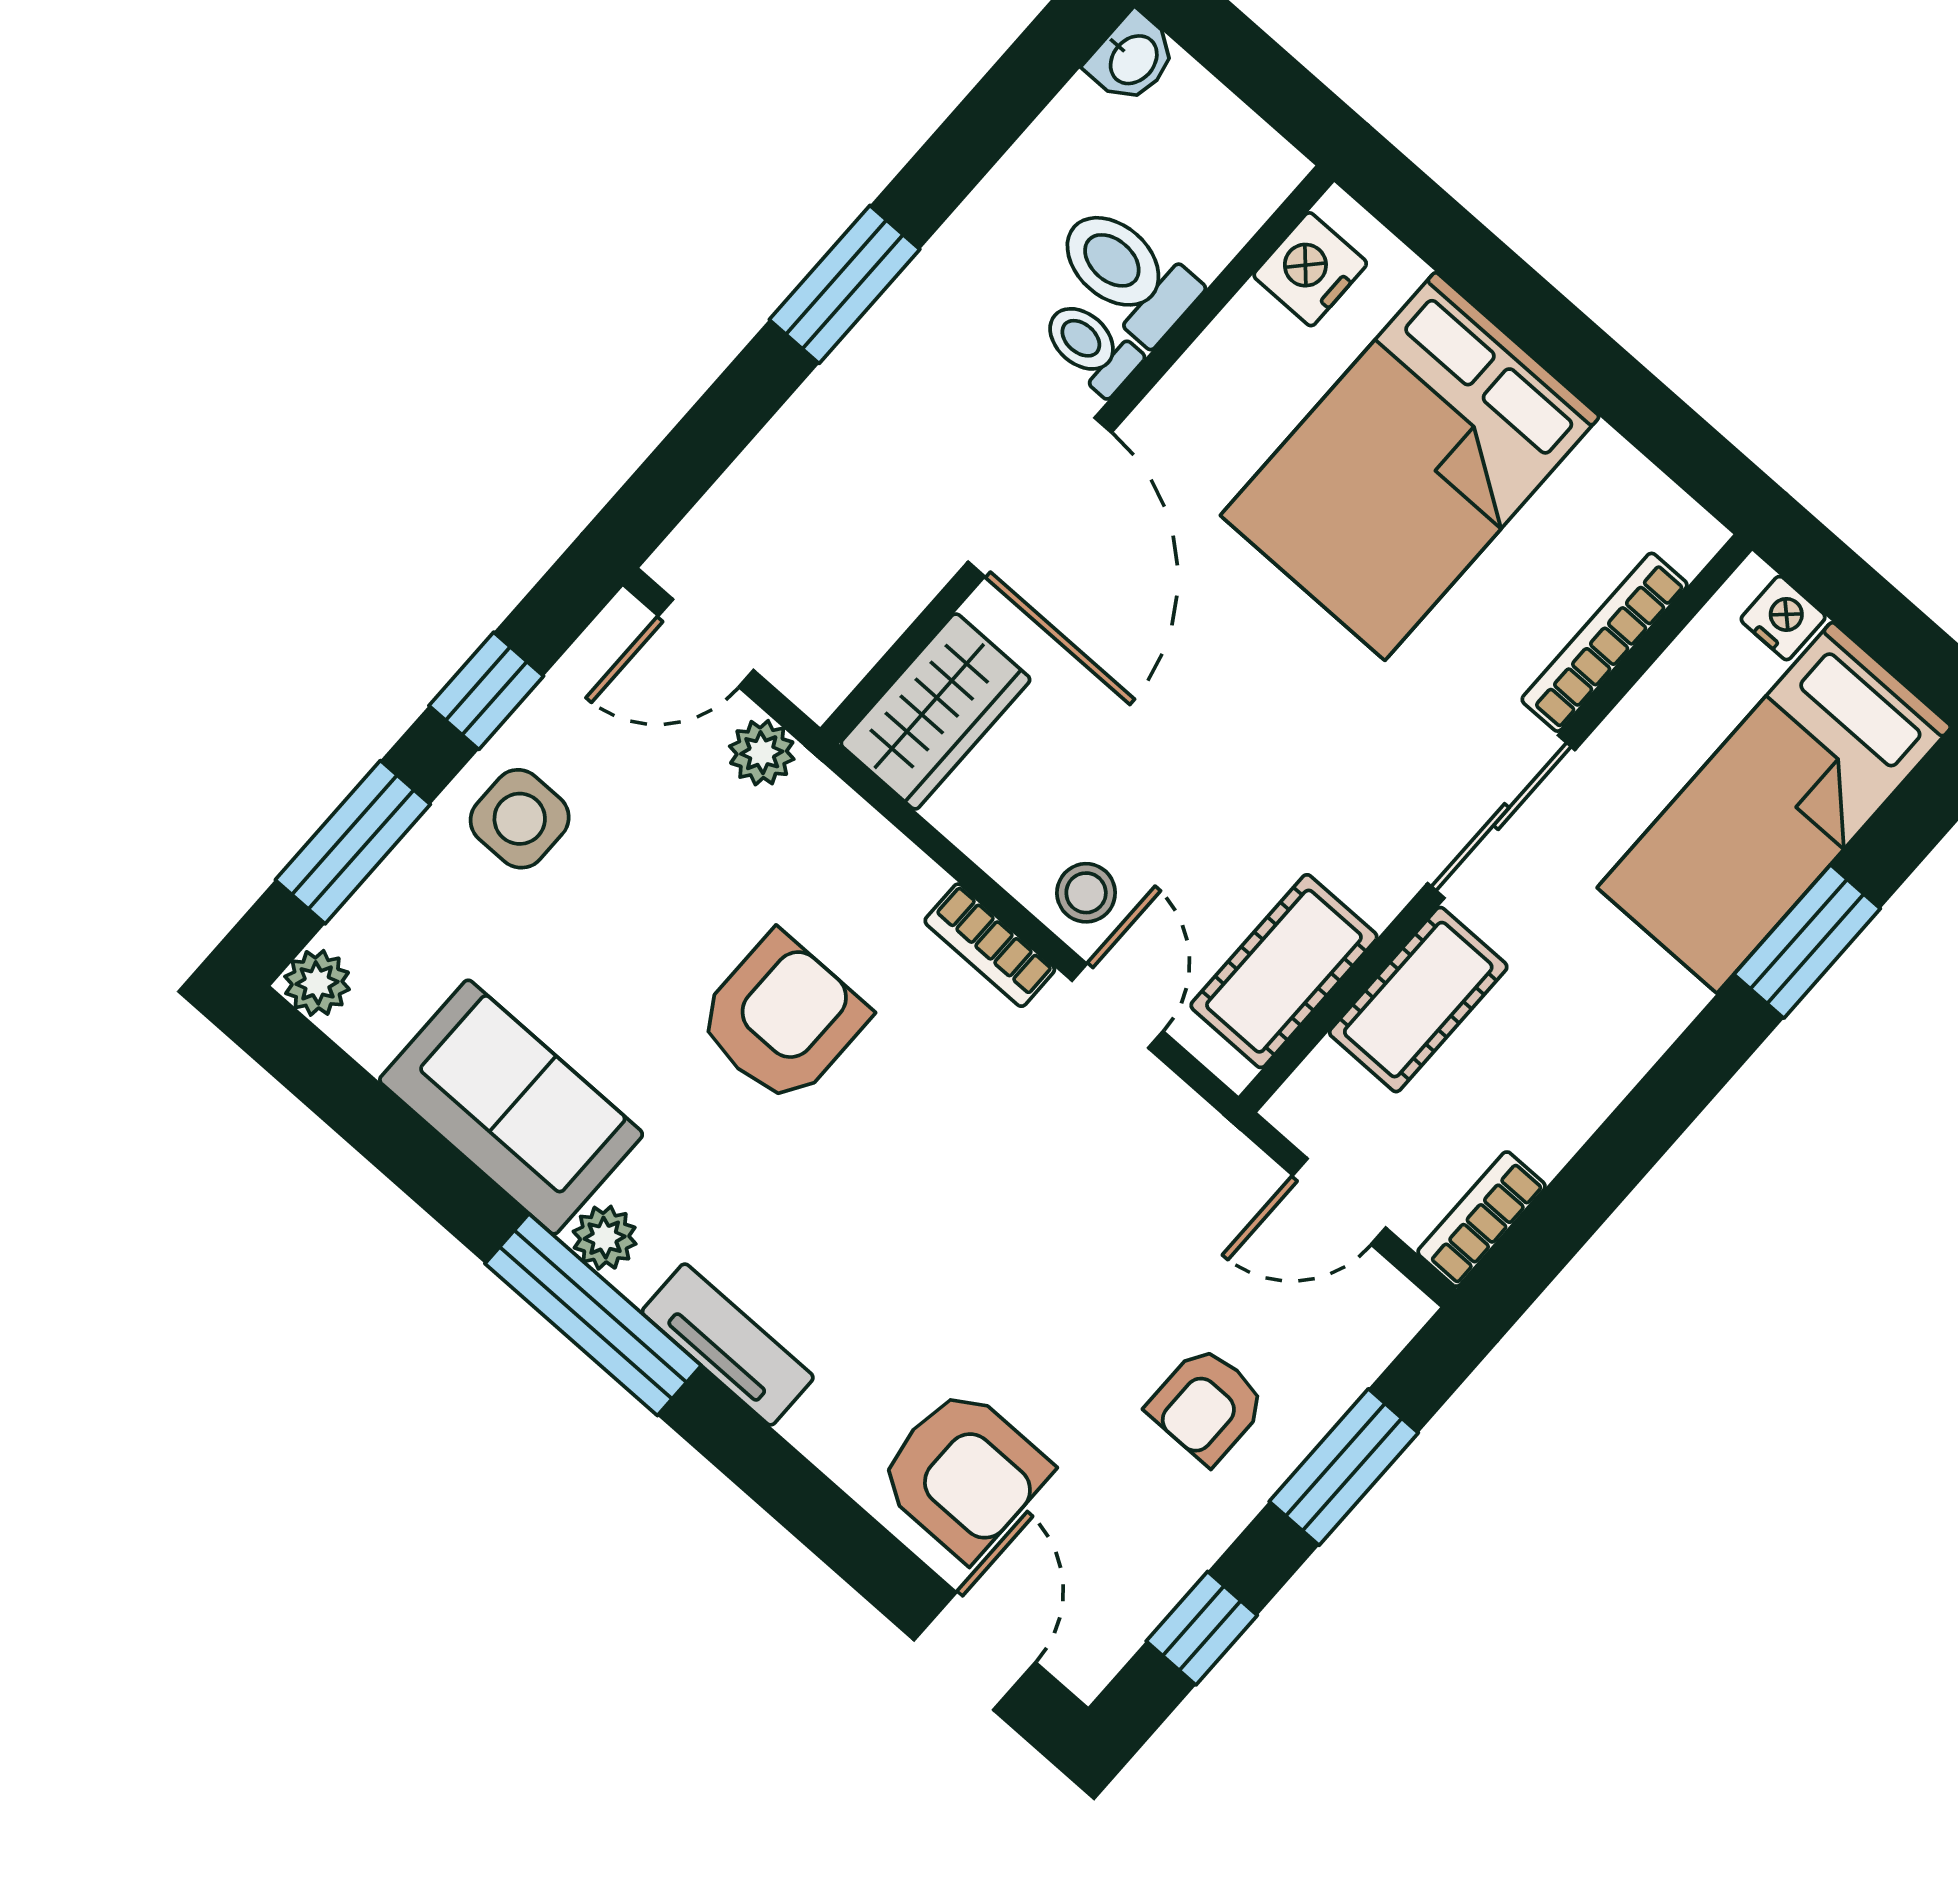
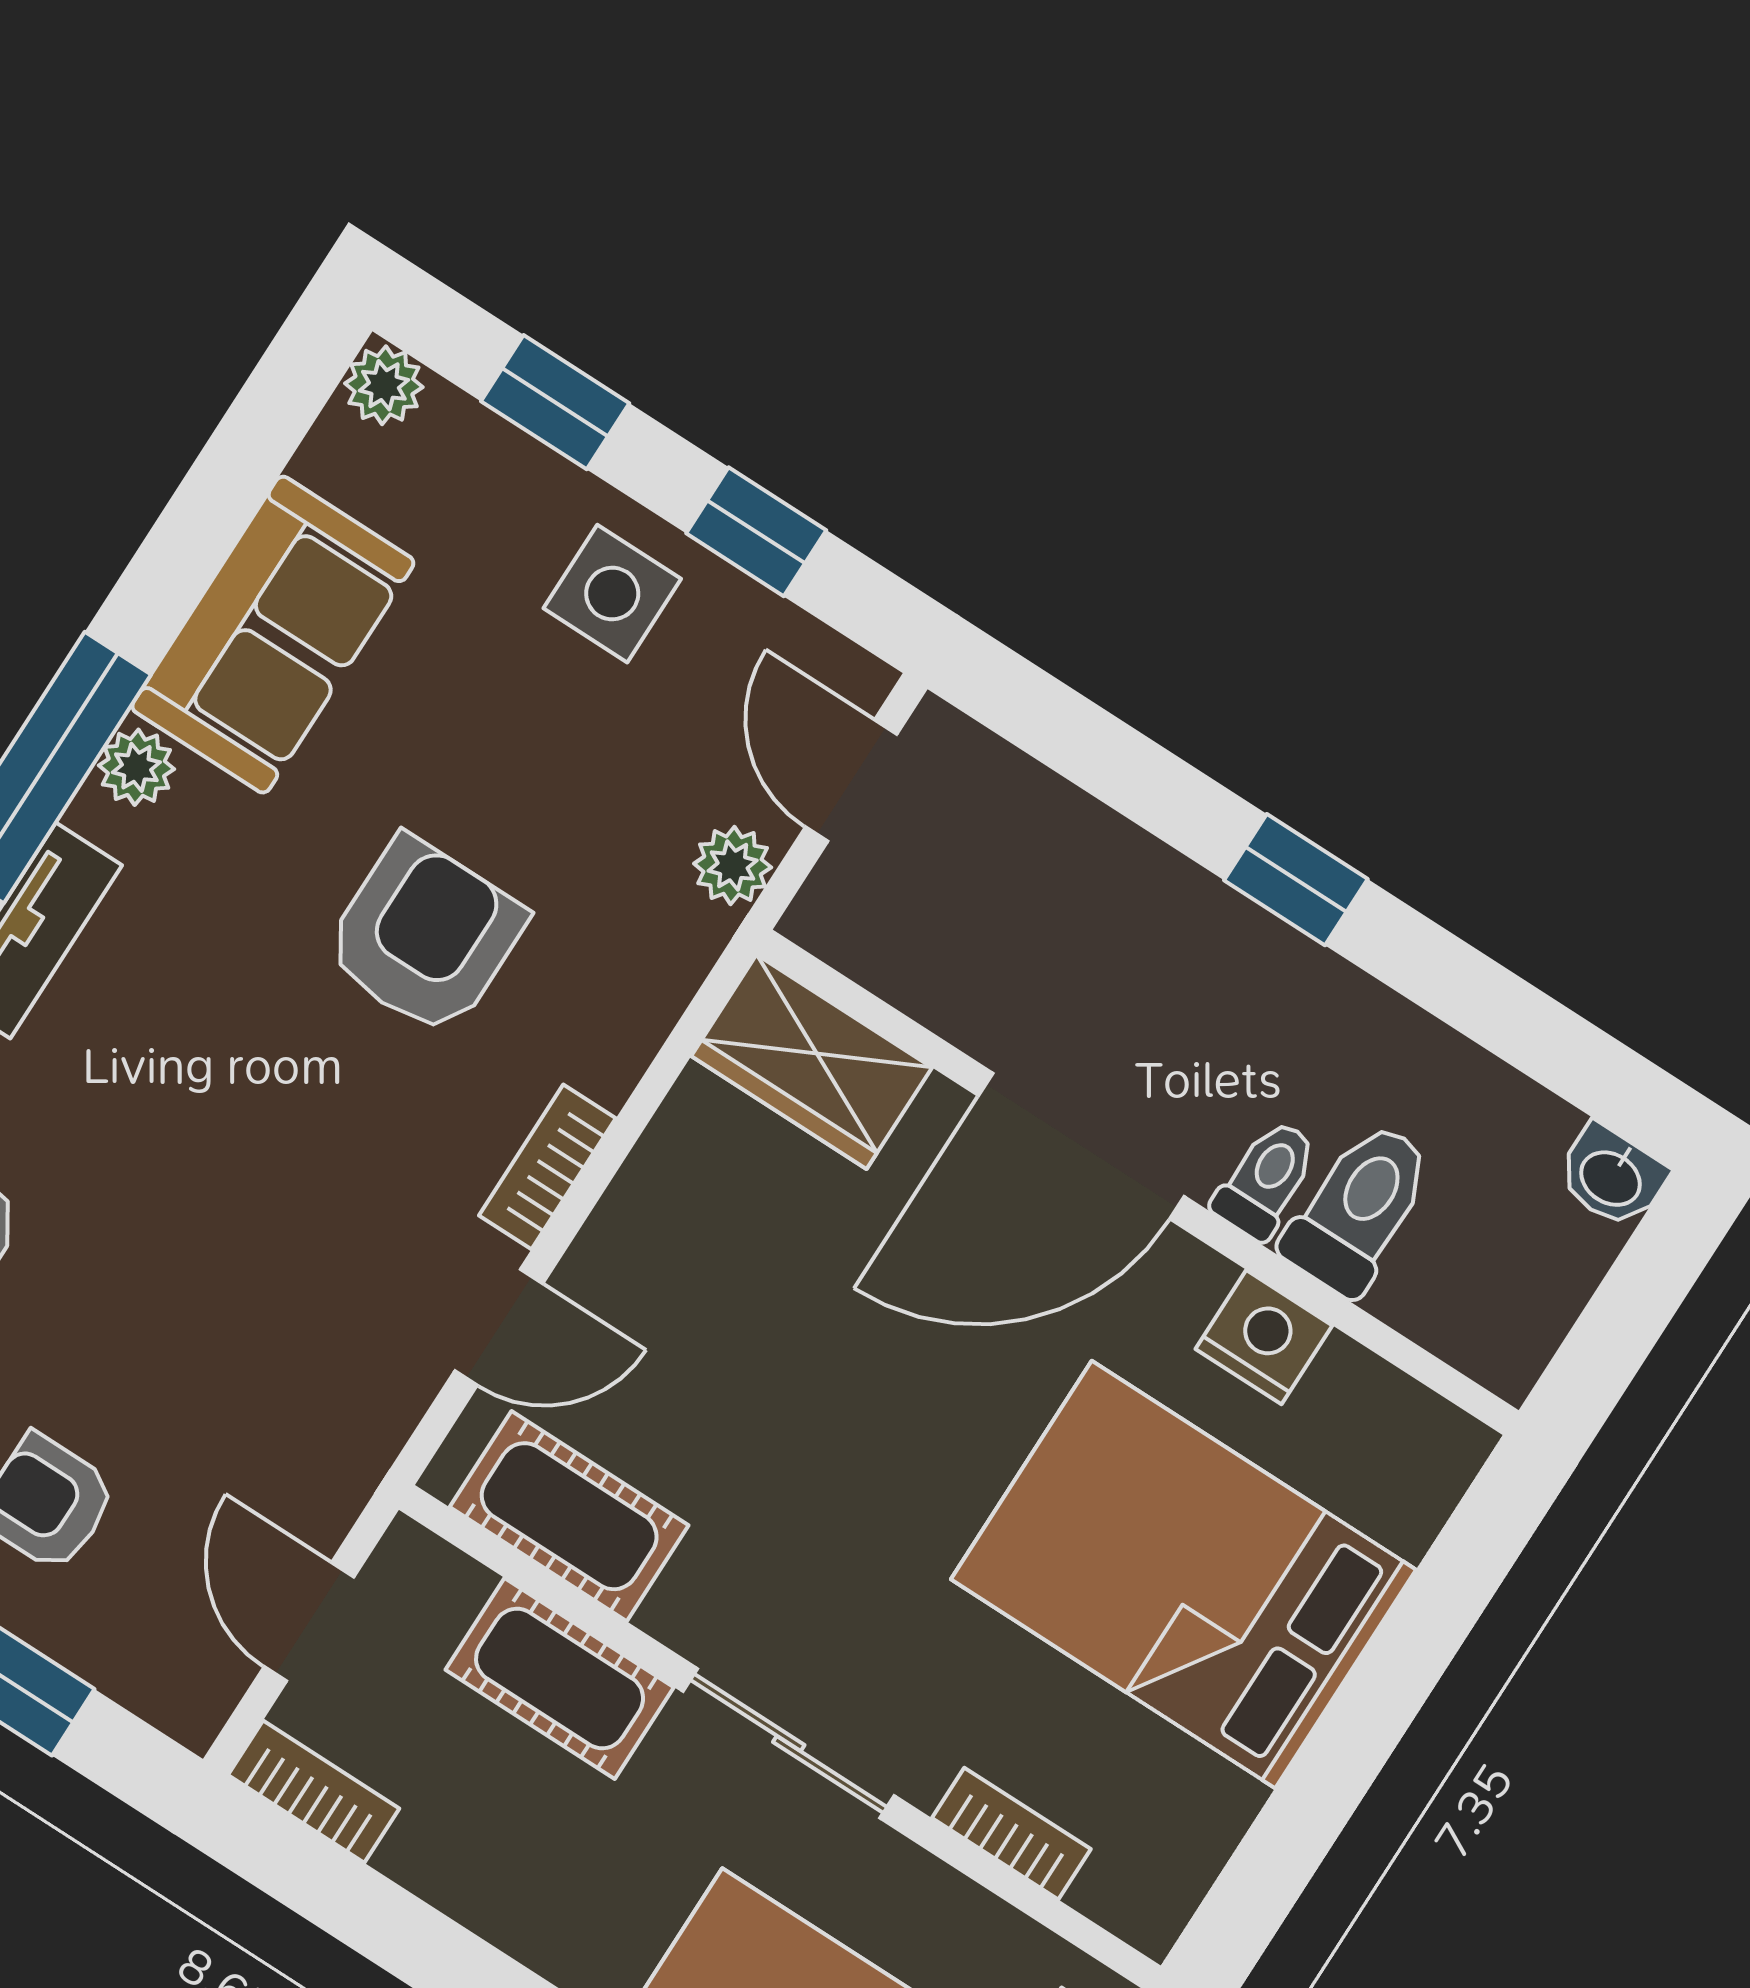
nightstand: (1310, 269) -> (1264, 1337), moved
window: (845, 284) -> (1296, 880), width x0.67
bookcase: (1605, 642) -> (1011, 1834), width x0.64
window: (353, 842) -> (555, 402), width x0.67
stool: (1086, 893) -> (626, 1270), removed
armchair: (782, 1019) -> (425, 936), turned -90

